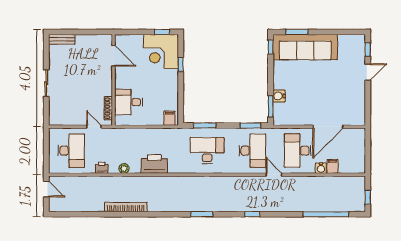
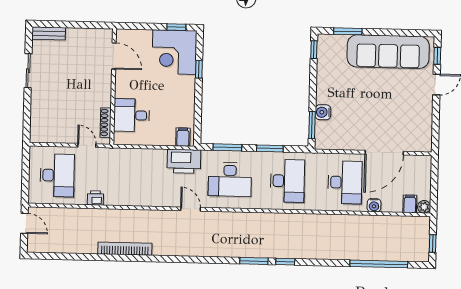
sofa: (305, 47) -> (388, 52), moved
sliding door: (46, 83) -> (28, 71), moved
window: (250, 125) -> (270, 148), moved
desk: (207, 151) -> (230, 179), turned 180
desk: (298, 151) -> (345, 182), turned 180
printer: (154, 164) -> (184, 161), moved, turned 180
filing cabinet: (332, 166) -> (410, 204), moved
plant: (124, 168) -> (424, 207), moved
door: (274, 175) -> (191, 209), moved
window: (202, 214) -> (254, 261), moved

